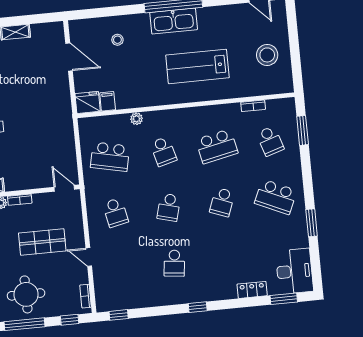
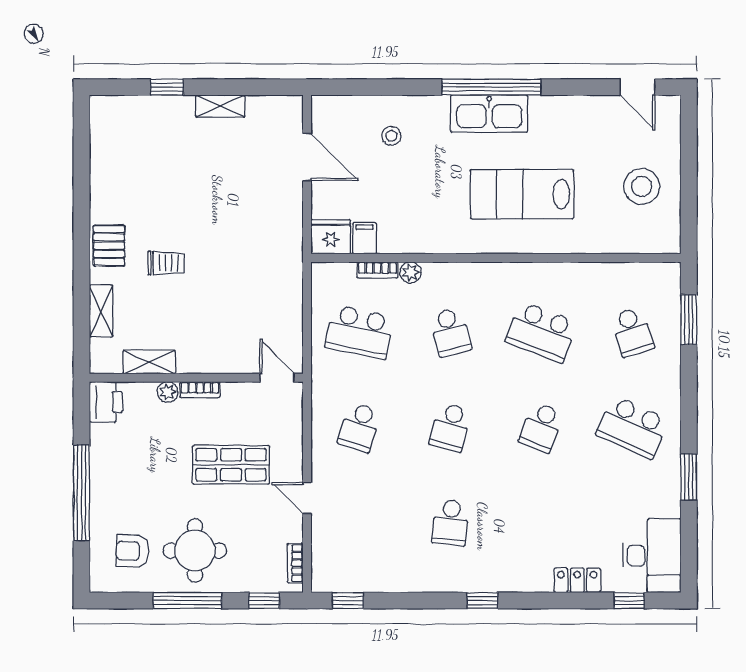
bookcase: (253, 106) -> (377, 270), moved
school desk: (217, 146) -> (541, 332), turned 33
school desk: (115, 213) -> (359, 427), turned 30
window: (284, 299) -> (629, 601), width x0.67

